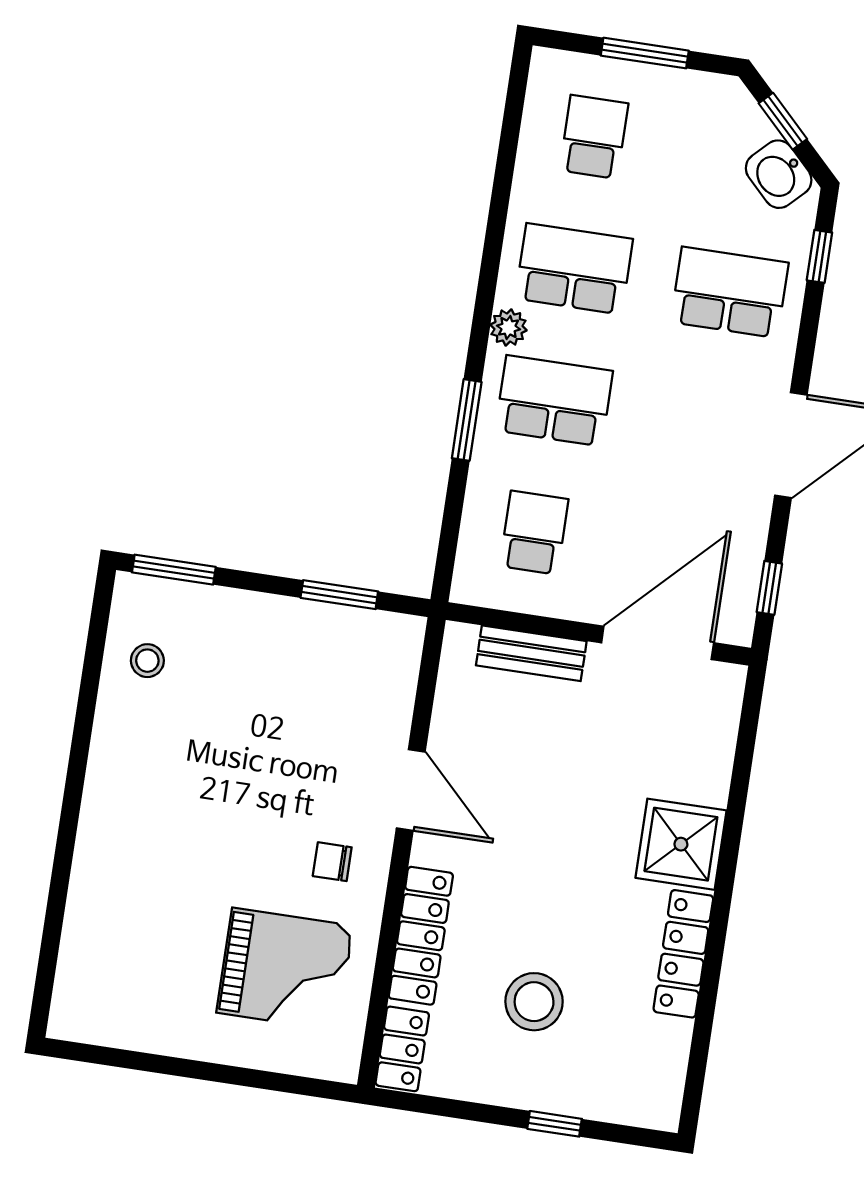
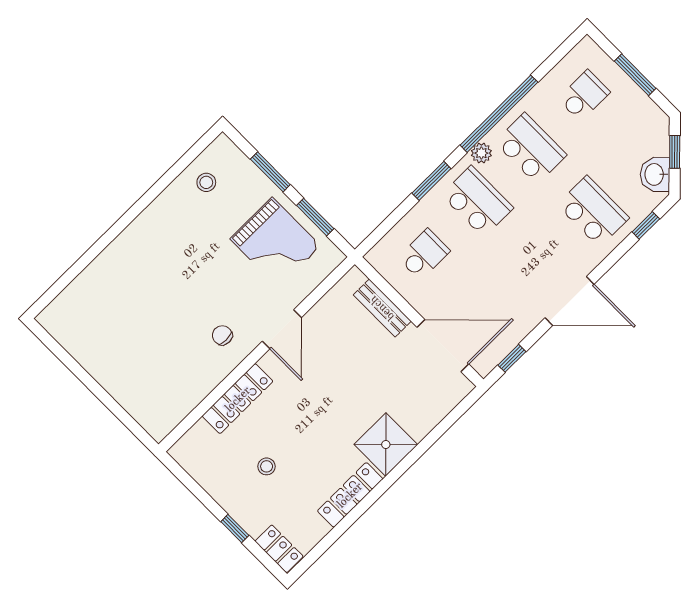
window: (492, 253) -> (499, 114), added
window: (174, 570) -> (270, 172), moved
grand piano: (285, 969) -> (275, 242), moved
stool: (534, 1002) -> (267, 466), width x0.53, depth x0.53
locker: (402, 1049) -> (279, 549), moved, turned -90

